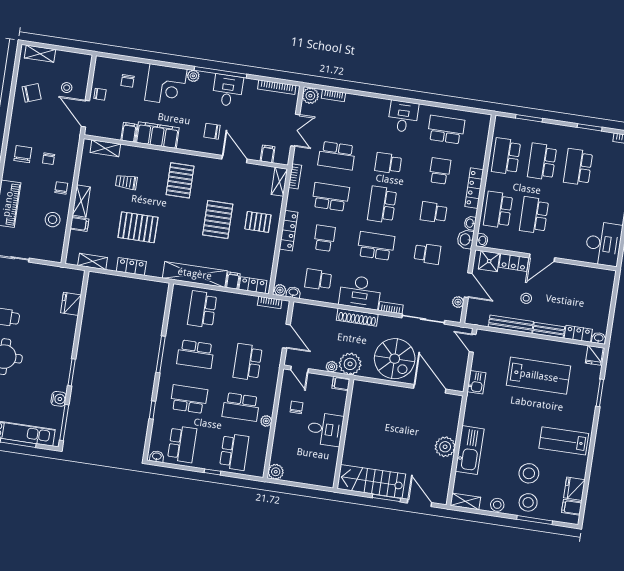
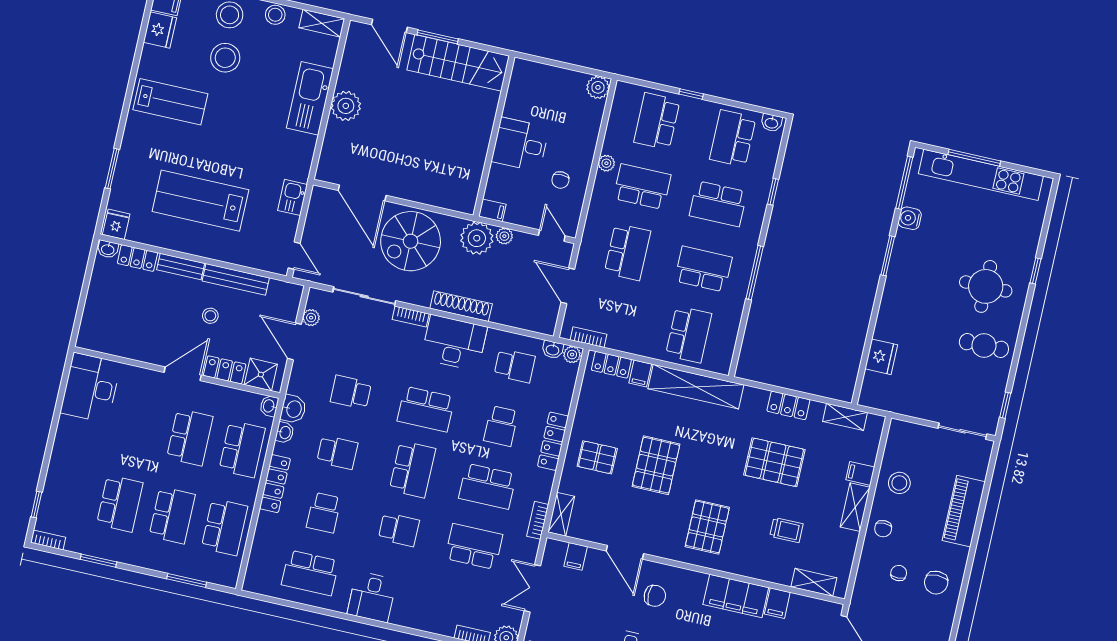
spiral stairs: (395, 359) -> (411, 241), turned -90

